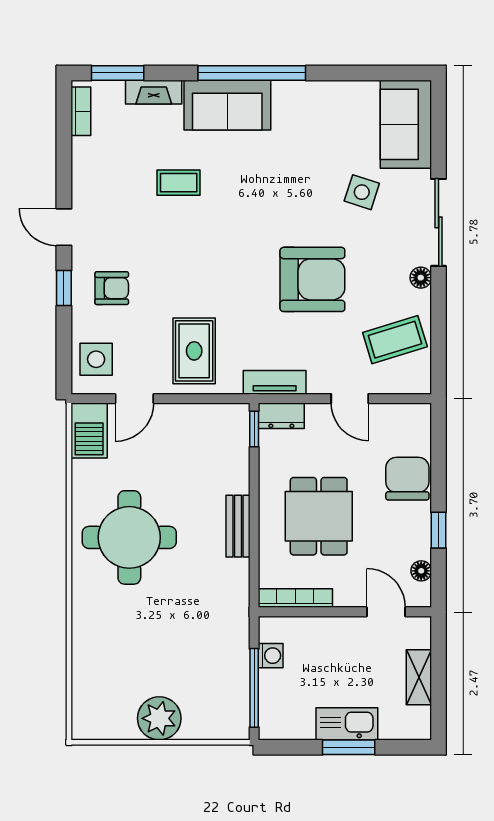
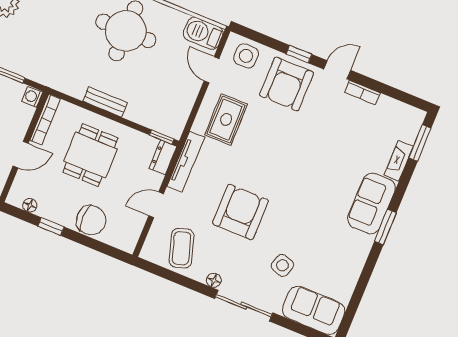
window: (252, 73) -> (385, 227), width x0.47
bookcase: (81, 111) -> (362, 93), moved
coffee table: (179, 183) -> (336, 153), removed
armchair: (312, 279) -> (240, 212), turned 180
armchair: (112, 288) -> (287, 84), width x1.88, depth x1.88
rug: (194, 351) -> (226, 119), turned 90
tv unit: (275, 382) -> (186, 162), width x1.41
dining table: (319, 516) -> (90, 155), turned 90
door: (386, 612) -> (21, 155), moved
washing machine: (271, 656) -> (32, 97), moved, turned 90

